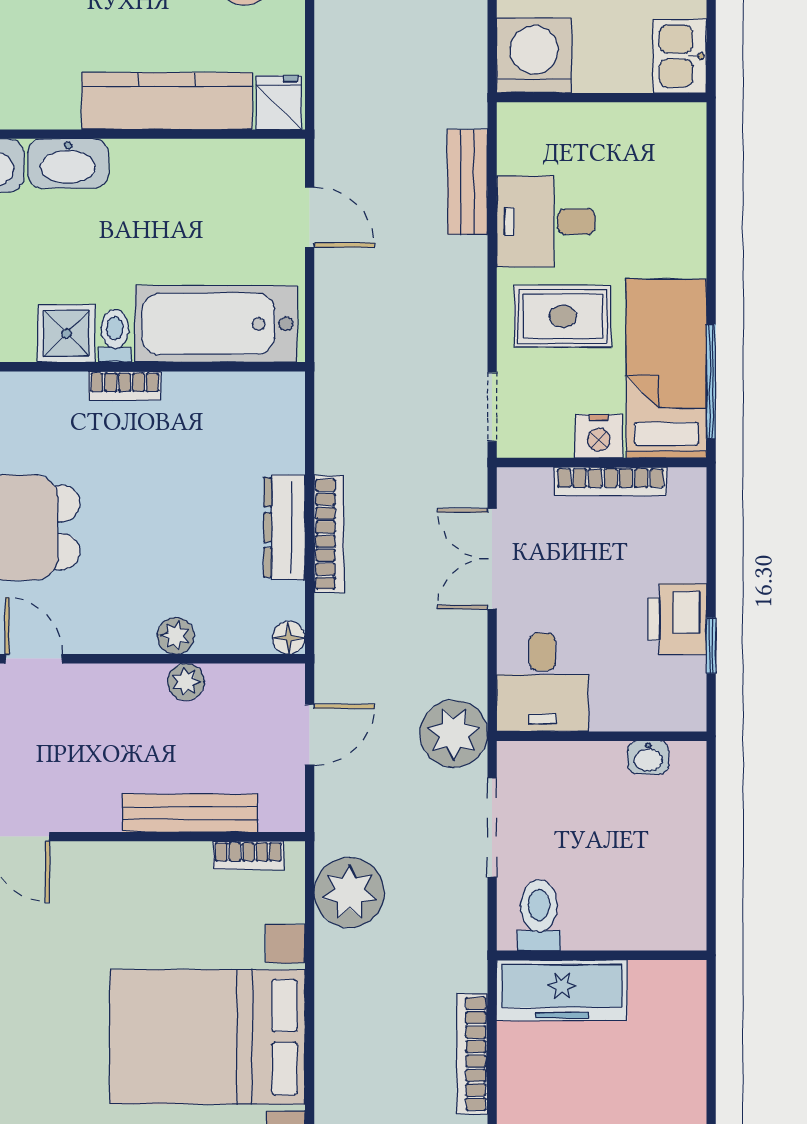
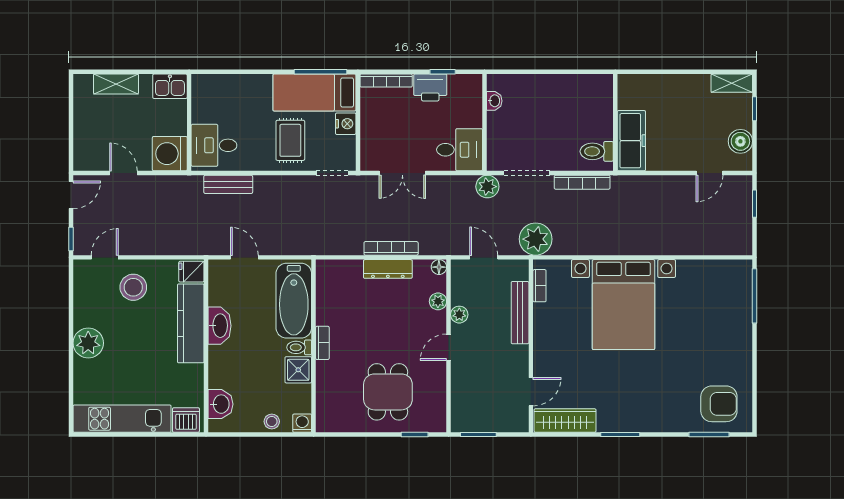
washbasin: (68, 163) -> (220, 326), moved
door: (310, 217) -> (244, 257), hinge flipped
desk: (546, 222) -> (214, 145), moved, turned 90
bookcase: (611, 482) -> (386, 81), moved, turned 90
plant: (176, 636) -> (438, 301), moved
door: (34, 659) -> (449, 347), moved
plant: (454, 734) -> (487, 187), width x0.73, depth x0.73
plant: (349, 892) -> (536, 239), moved
toilet: (539, 915) -> (597, 151), moved
wall: (602, 955) -> (615, 122), moved
freezer: (562, 990) -> (631, 141), moved
bookcase: (472, 1054) -> (582, 182), moved

